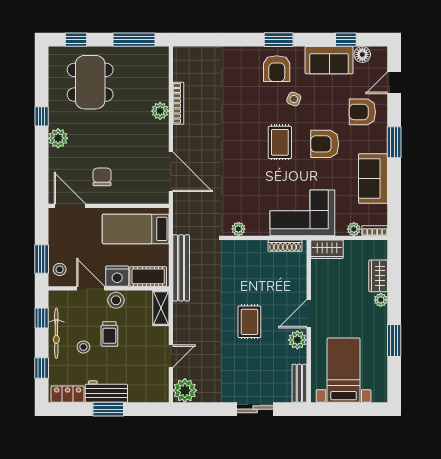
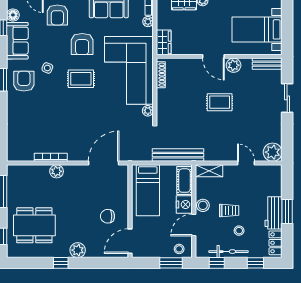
armchair: (277, 69) -> (24, 81), turned -90
corner sofa: (302, 213) -> (129, 70), width x1.36, depth x1.36

